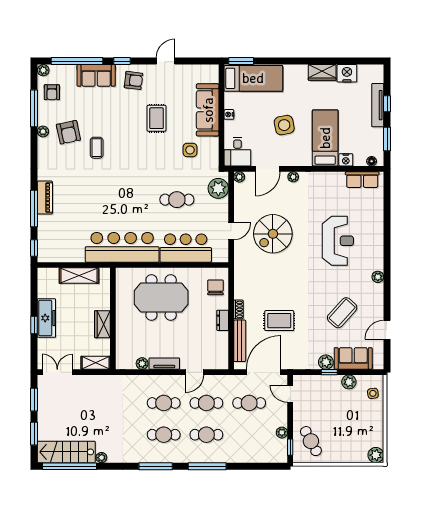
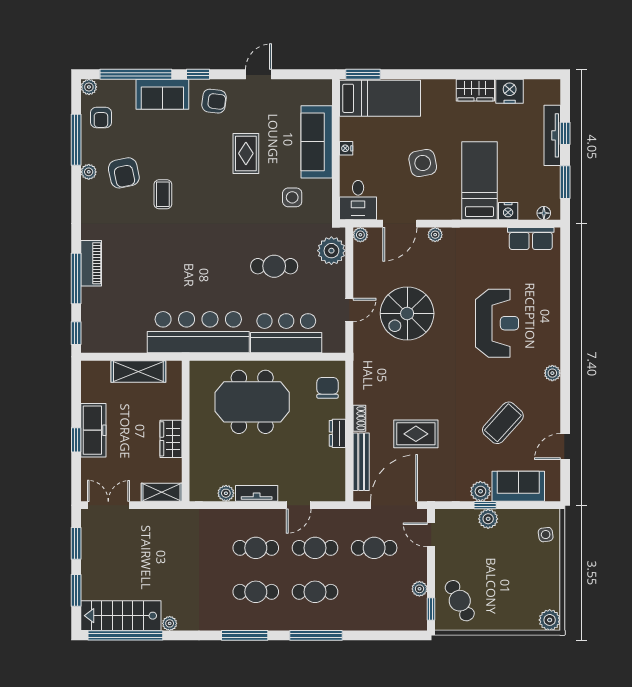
plant: (349, 382) -> (488, 519), moved

